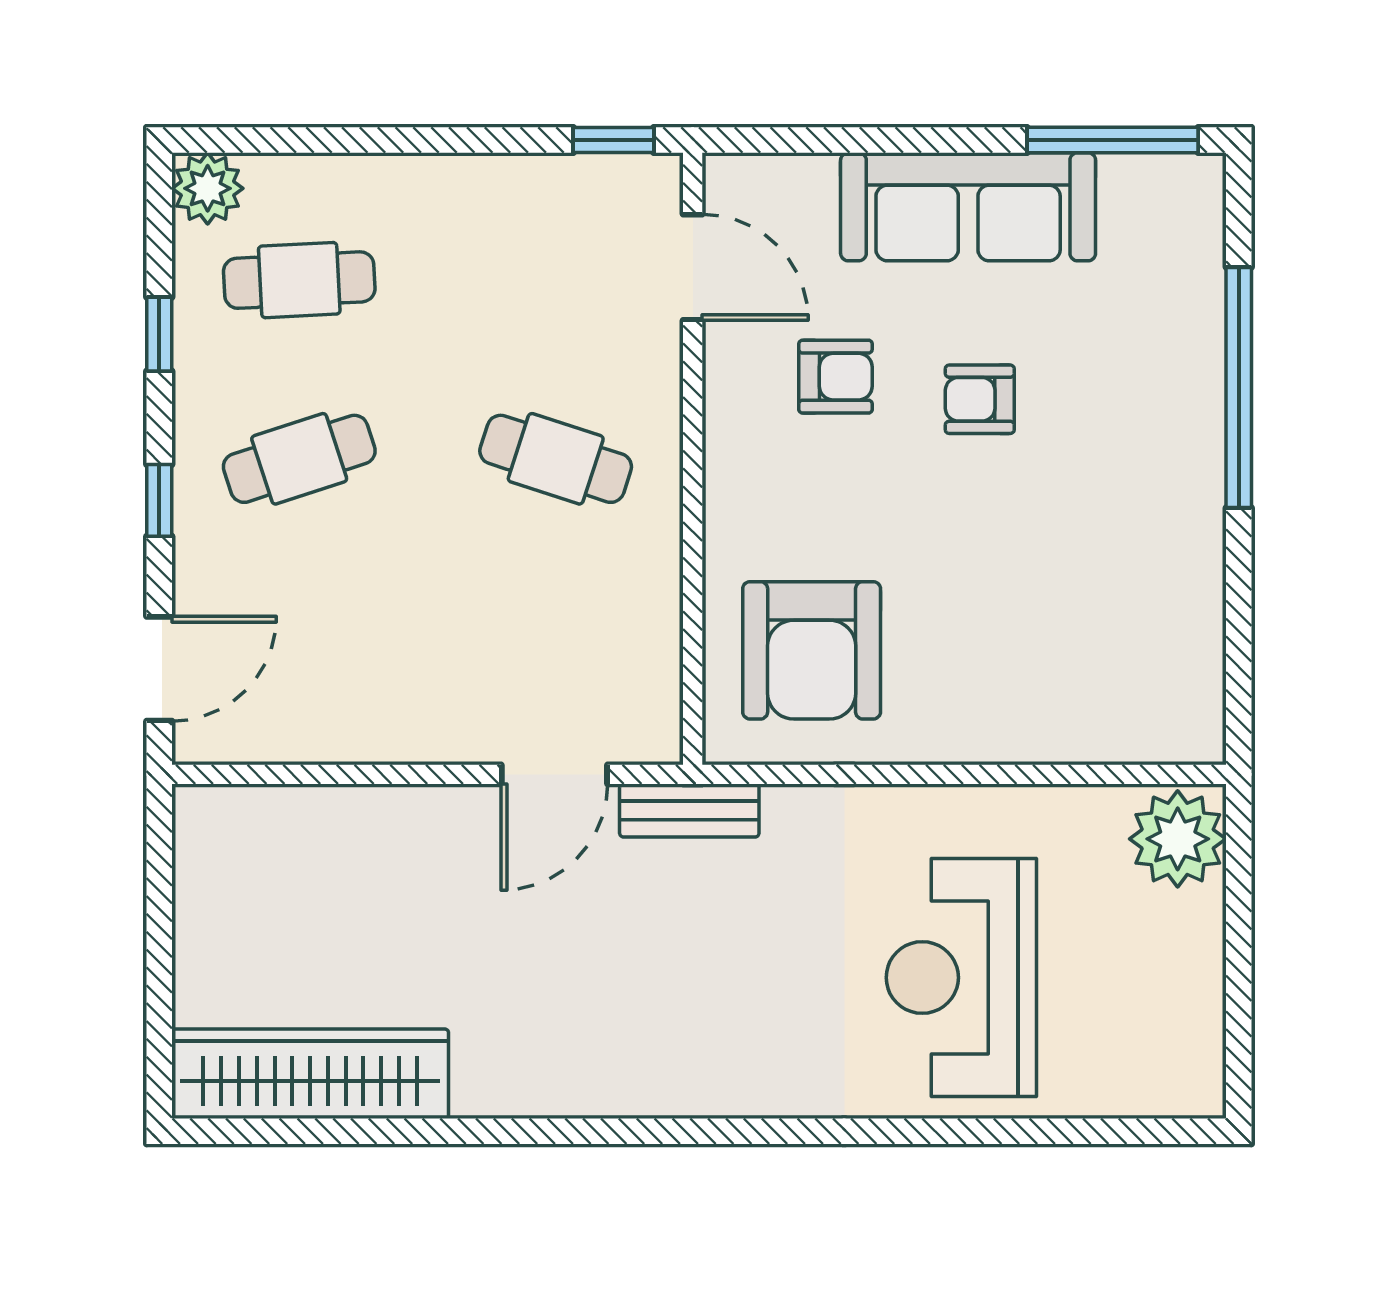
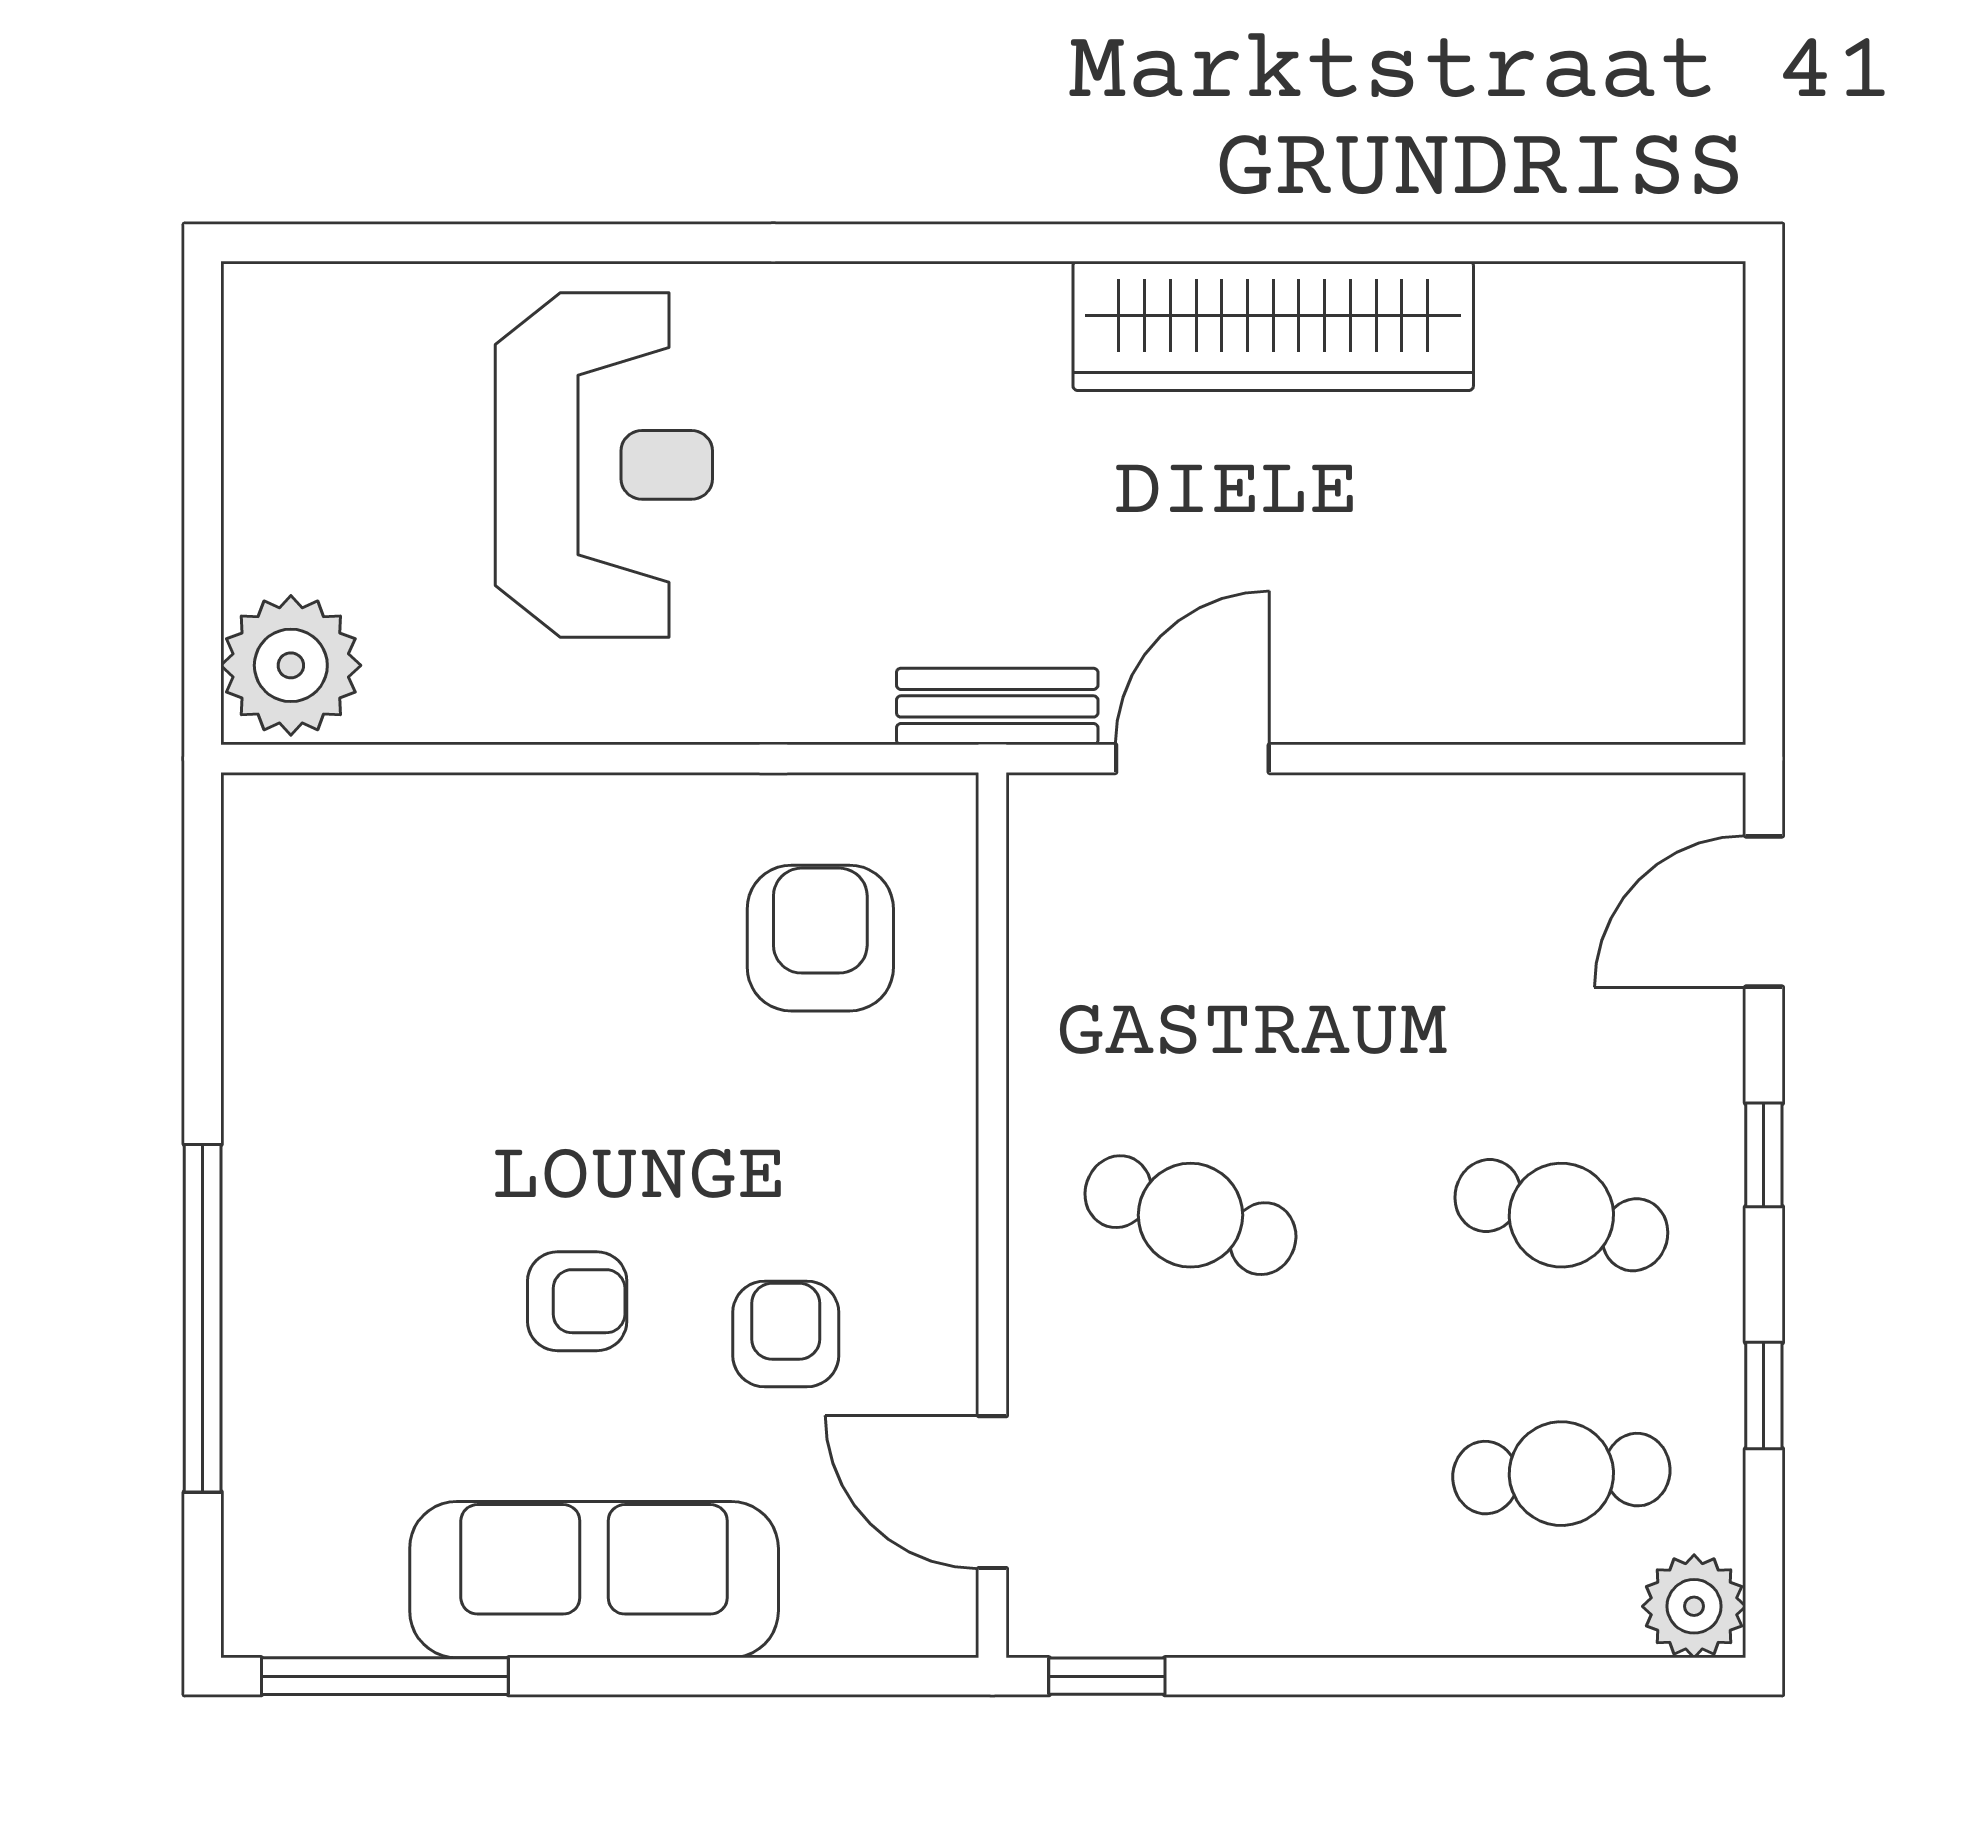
armchair: (836, 377) -> (786, 1334), turned 90
cafe table: (299, 459) -> (1561, 1215), turned 33
armchair: (812, 650) -> (820, 938), width x0.73, depth x0.73
wardrobe: (310, 1074) -> (1273, 326), moved

